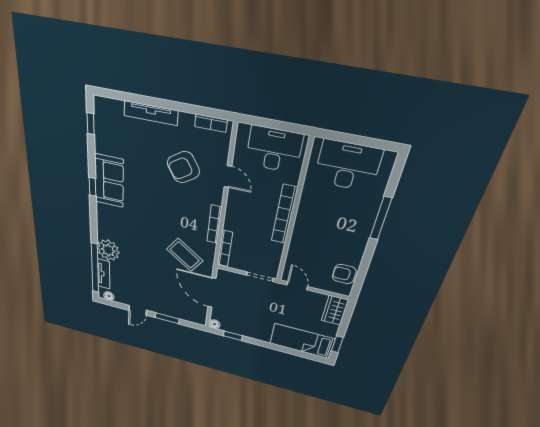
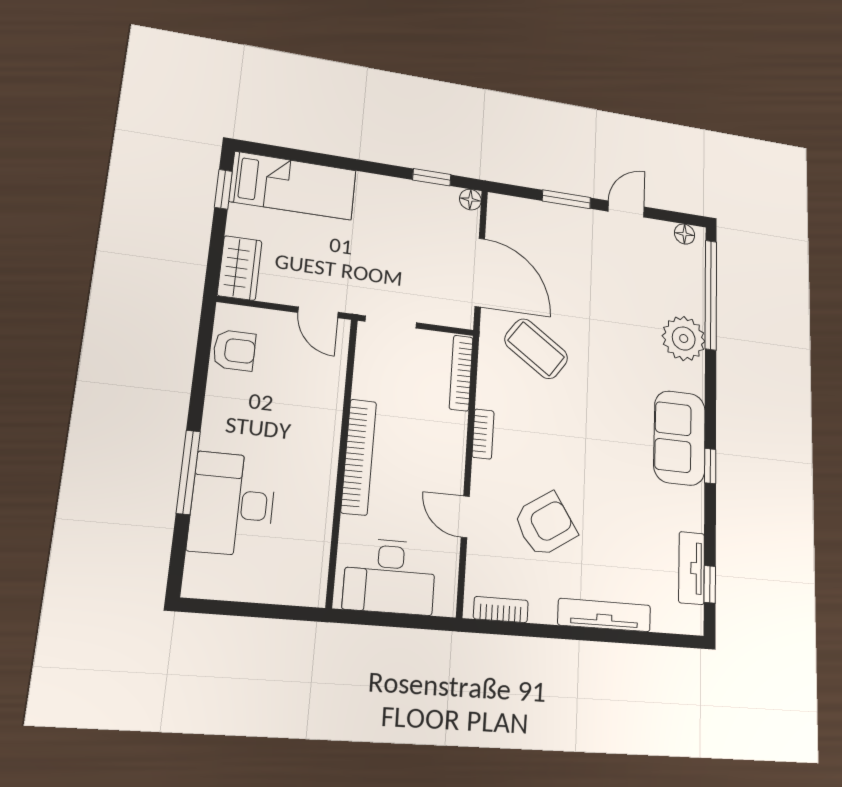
desk: (348, 166) -> (232, 504), moved, turned 90
sofa: (109, 181) -> (680, 438), moved
bookcase: (214, 224) -> (483, 434), width x0.64
tv unit: (104, 274) -> (692, 568), moved

